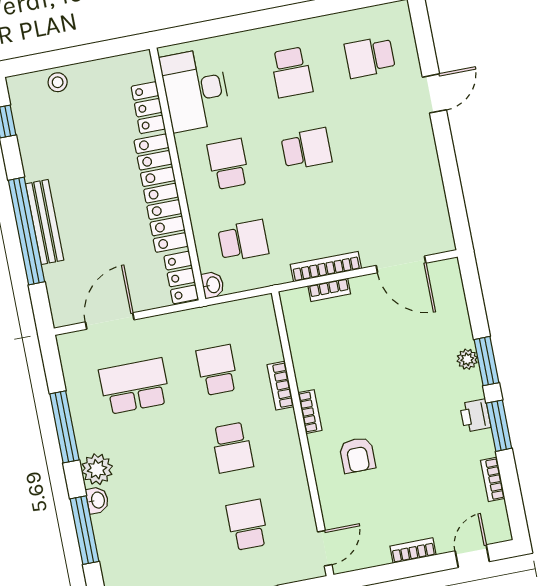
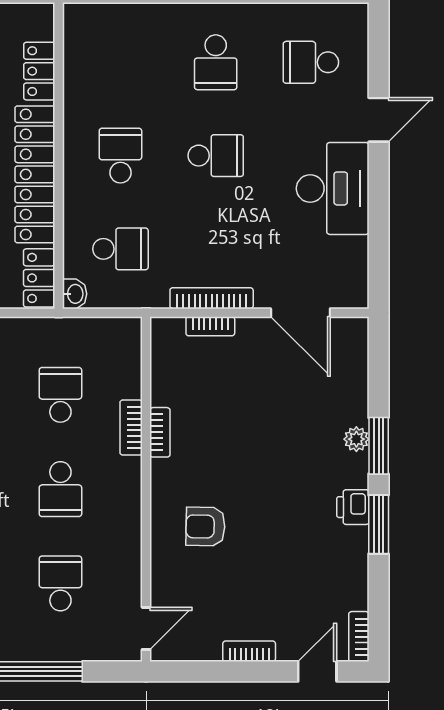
desk: (195, 90) -> (333, 188), moved, turned 180
bookcase: (310, 412) -> (160, 432), moved
armchair: (357, 455) -> (205, 527), turned 91
bookcase: (493, 479) -> (359, 637), moved

